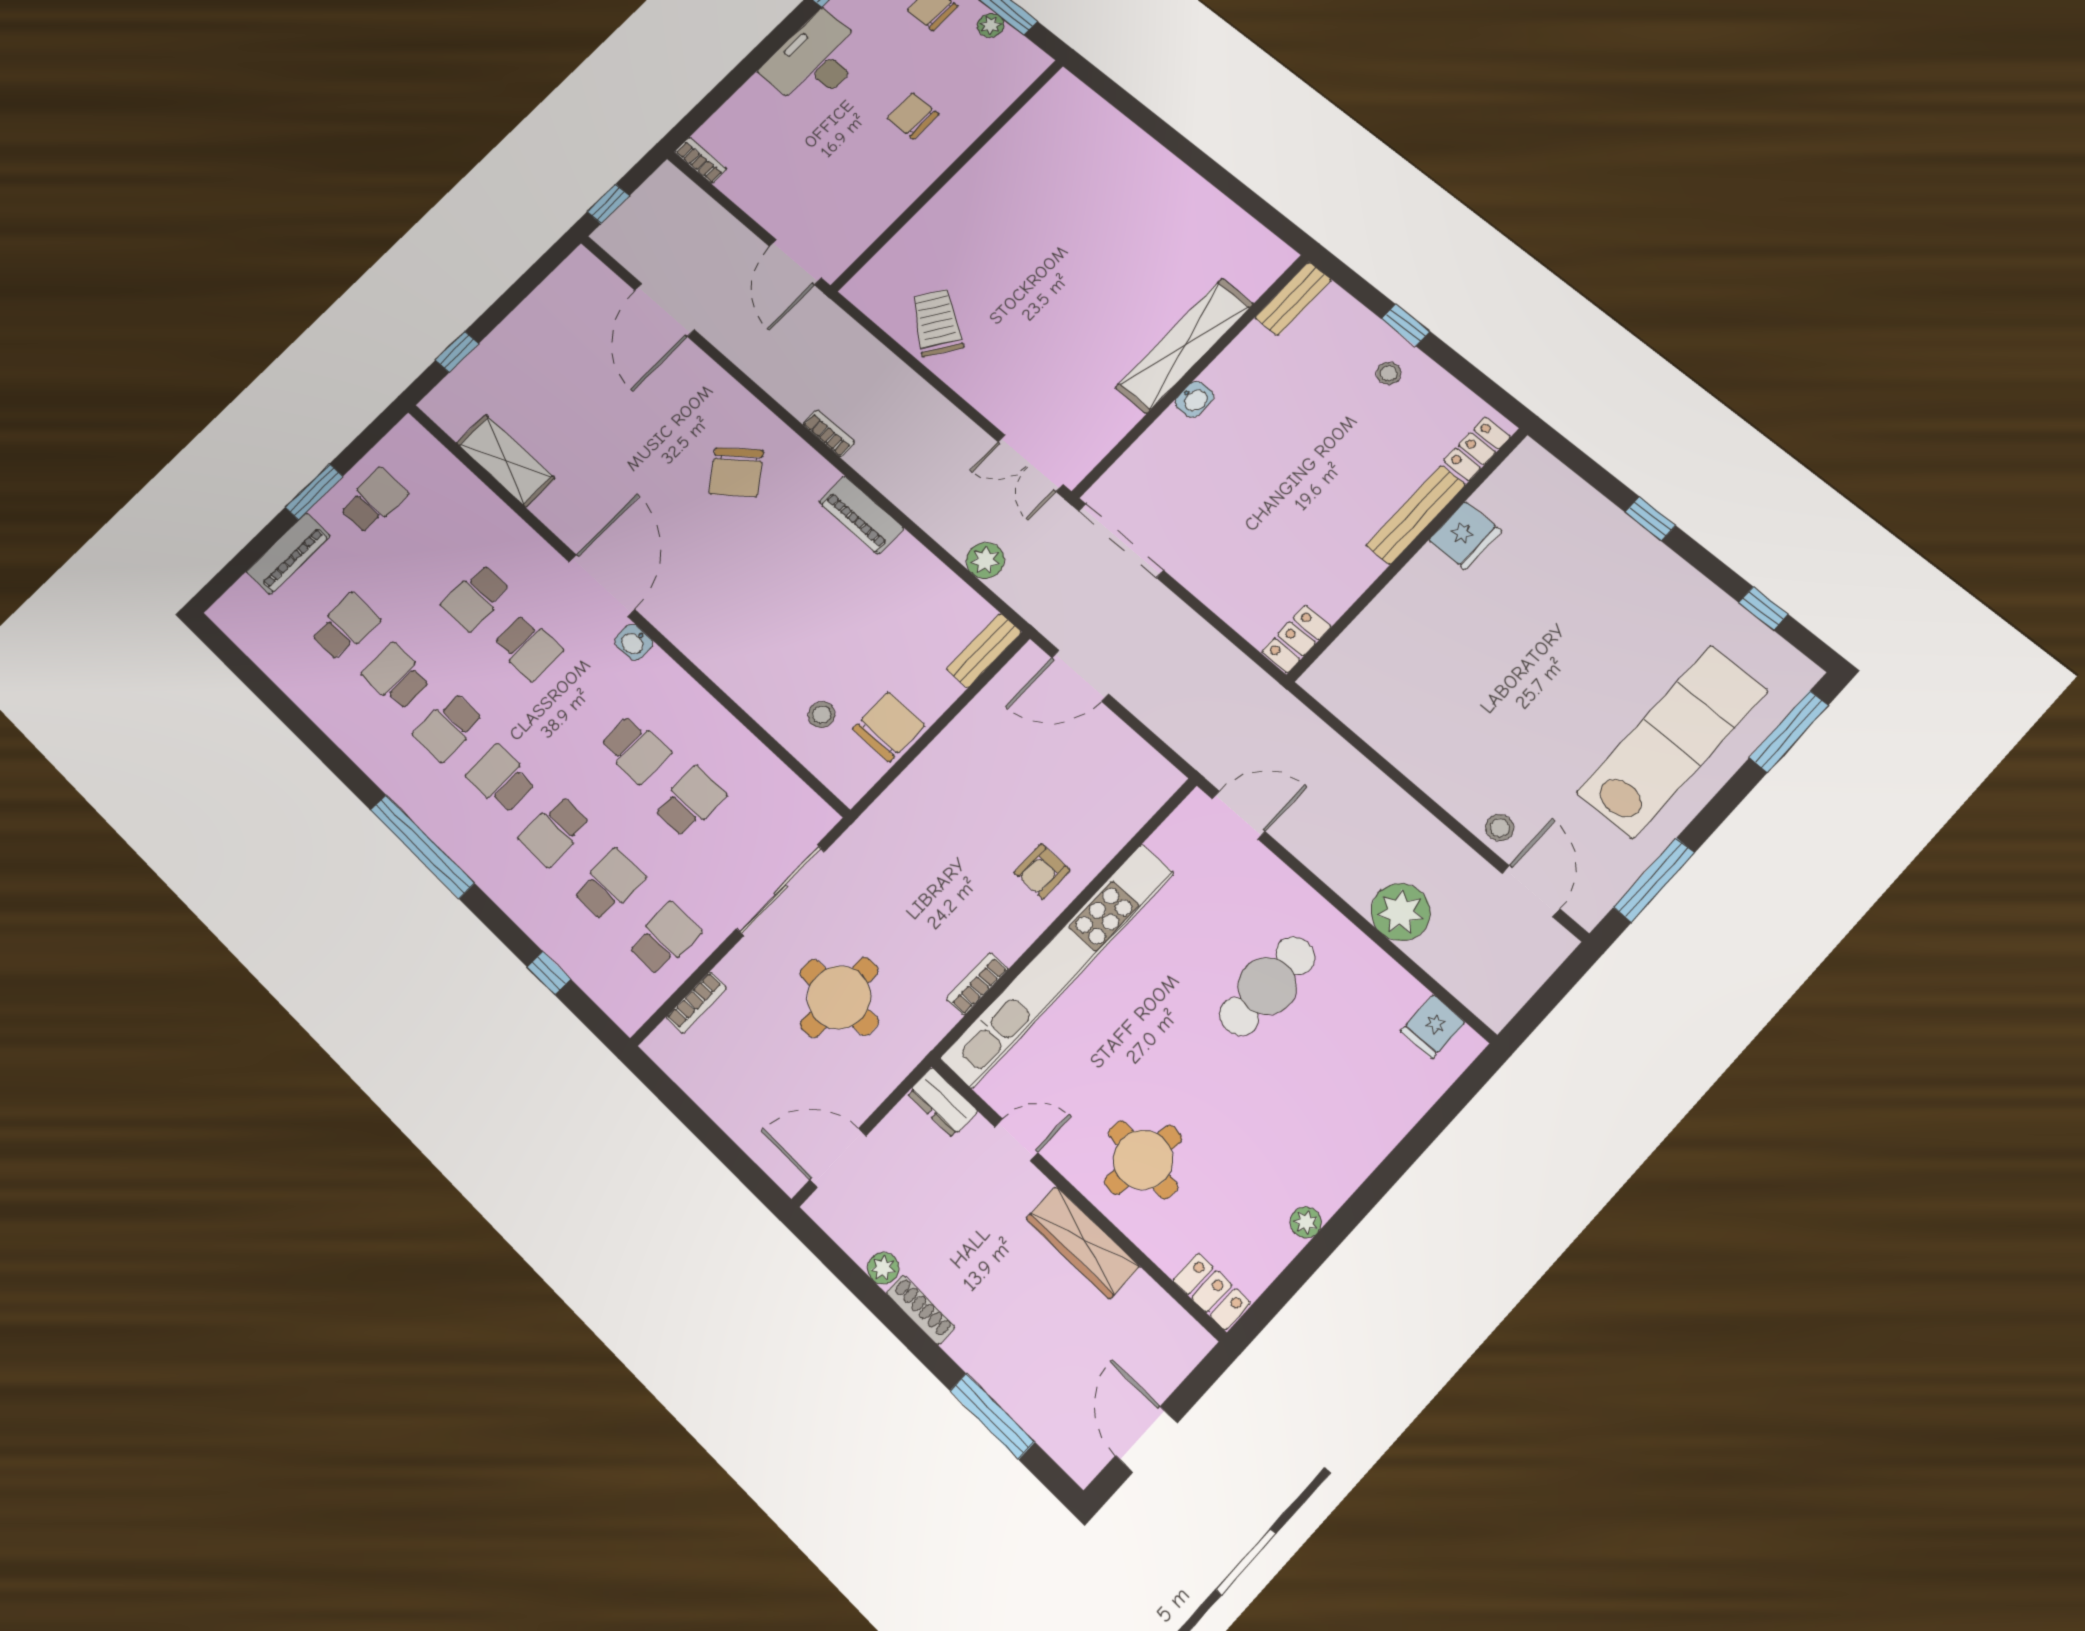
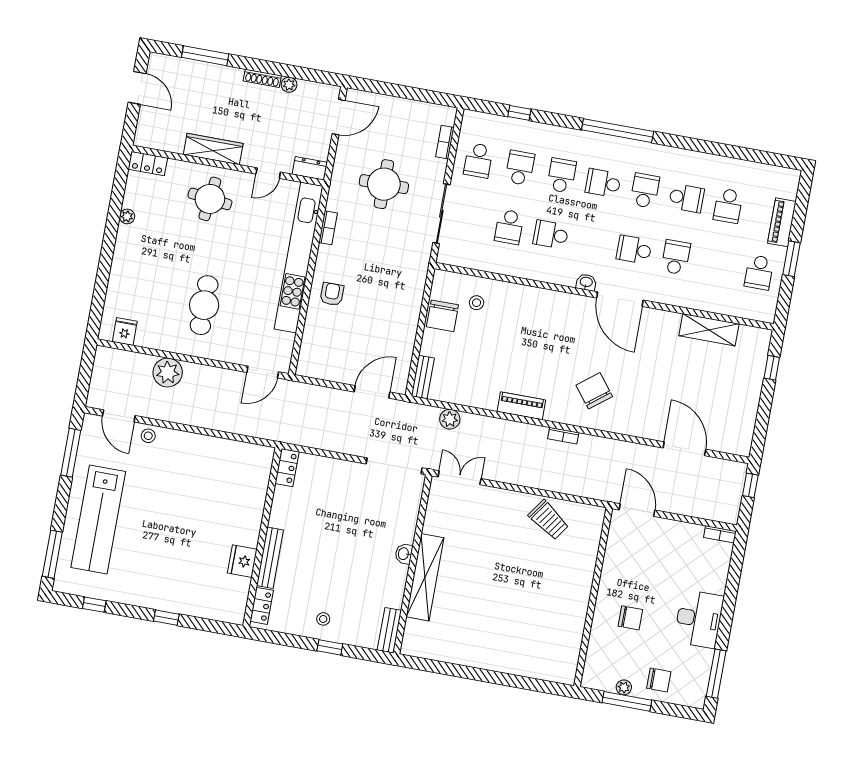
school desk: (501, 779) -> (603, 183), turned 180
school desk: (609, 884) -> (520, 168), turned 180

